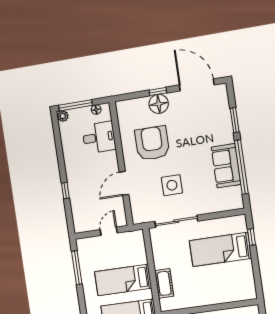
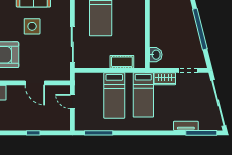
side table: (172, 185) -> (32, 26), moved

